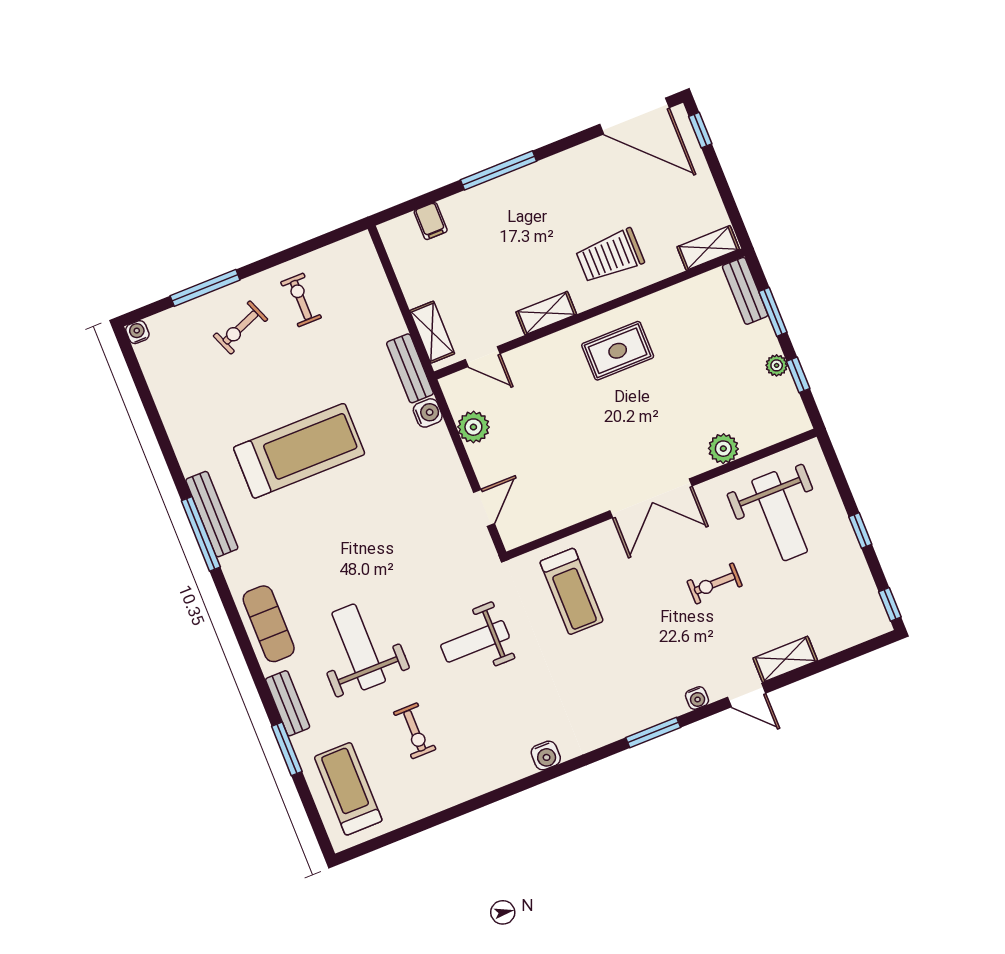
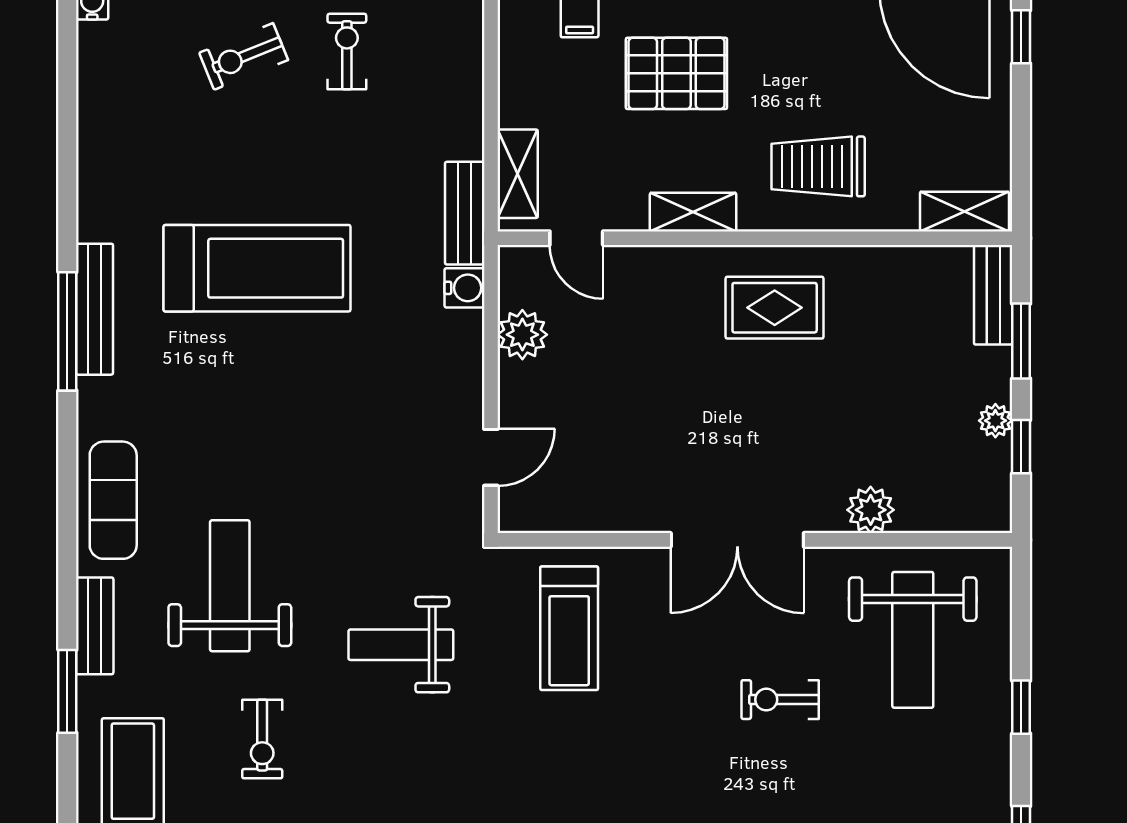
pallet: (503, 234) -> (676, 73), added

